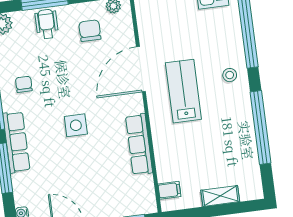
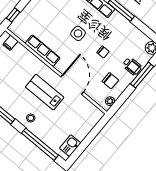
chair: (24, 84) -> (103, 52), moved
lab bench: (183, 91) -> (45, 92), turned 180

